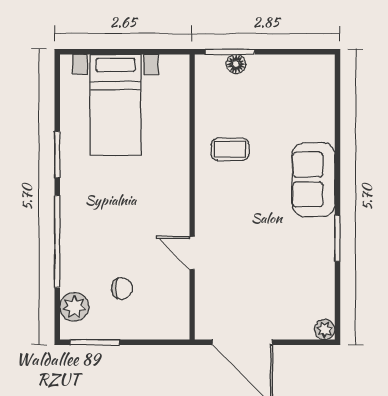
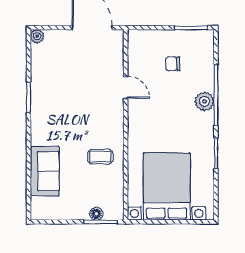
bed with nightstands: (116, 105) -> (167, 186), width x1.36
sofa: (313, 180) -> (45, 171), moved
plant: (74, 307) -> (204, 101), moved

